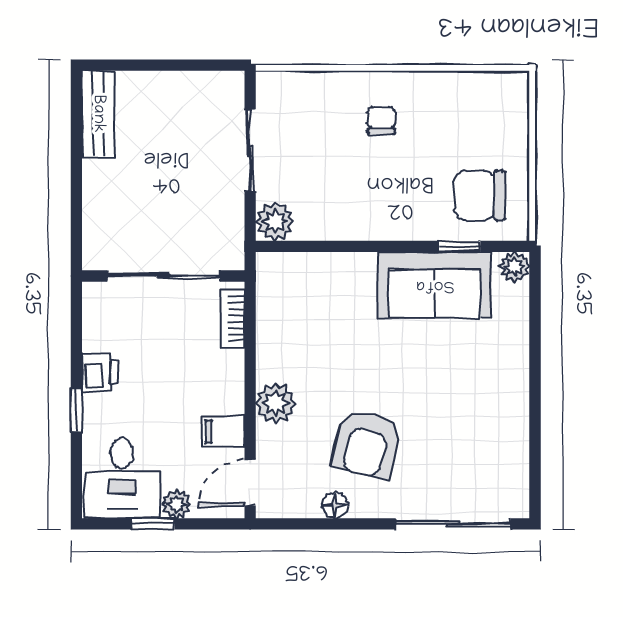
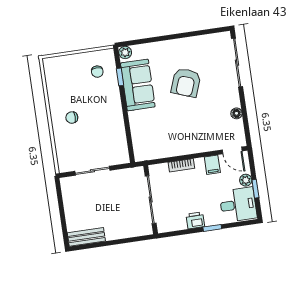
chair: (480, 195) -> (97, 72), width x0.54, depth x0.54
plant: (275, 222) -> (121, 156), removed
bookcase: (233, 319) -> (181, 165), moved
plant: (276, 403) -> (197, 144), removed
armchair: (367, 444) -> (186, 83), moved, turned 96

